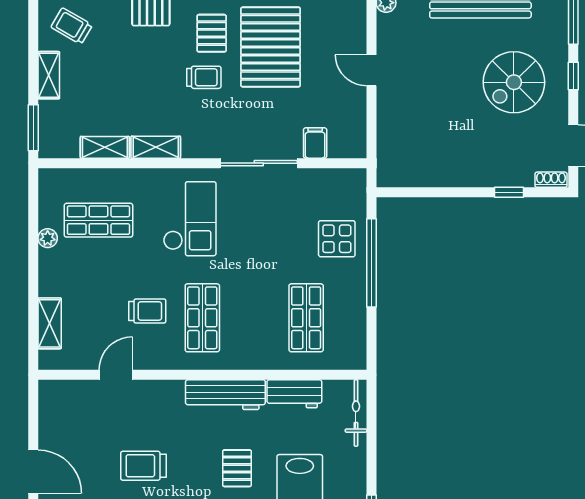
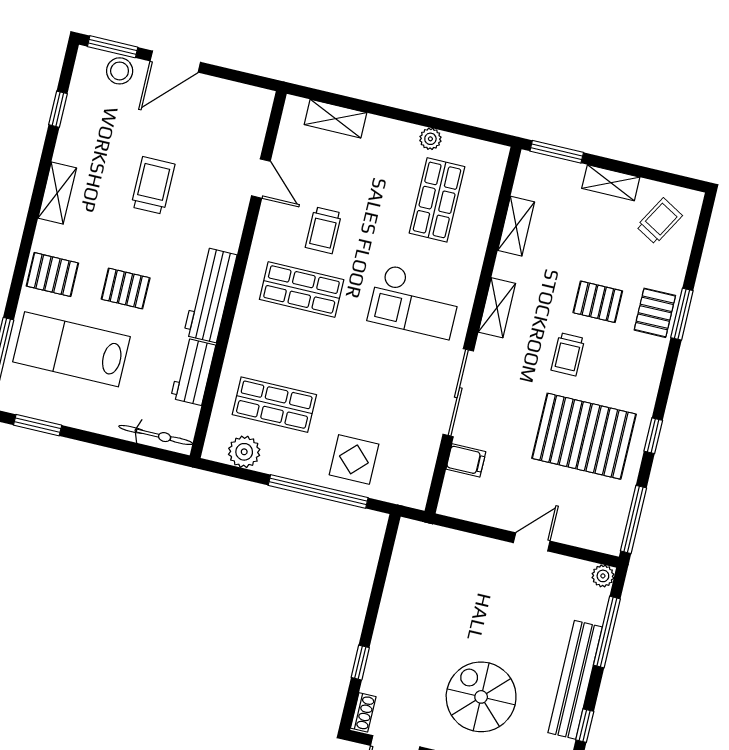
pallet: (212, 33) -> (598, 302), moved
shelving: (156, 147) -> (497, 308), moved
plant: (352, 334) -> (244, 452), added

